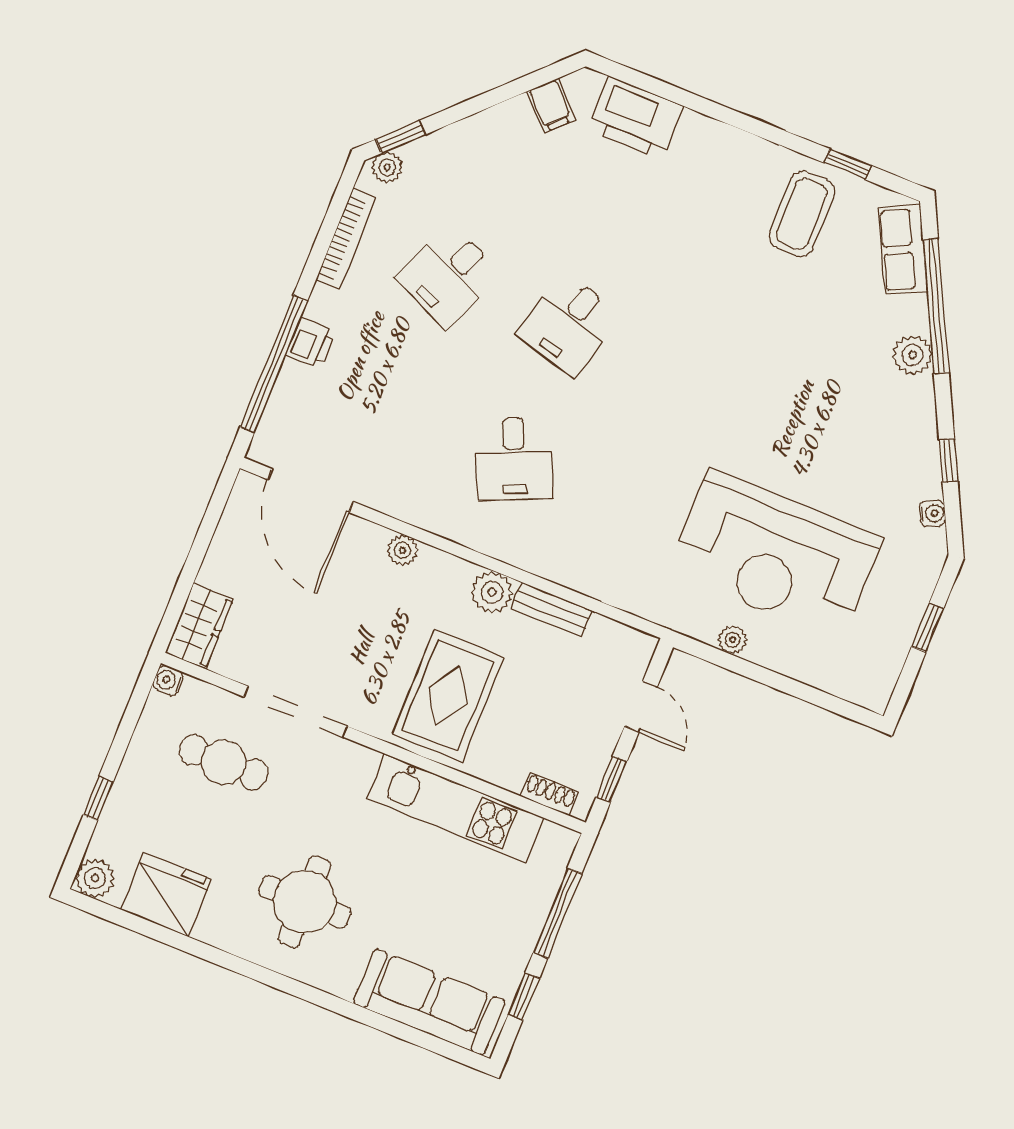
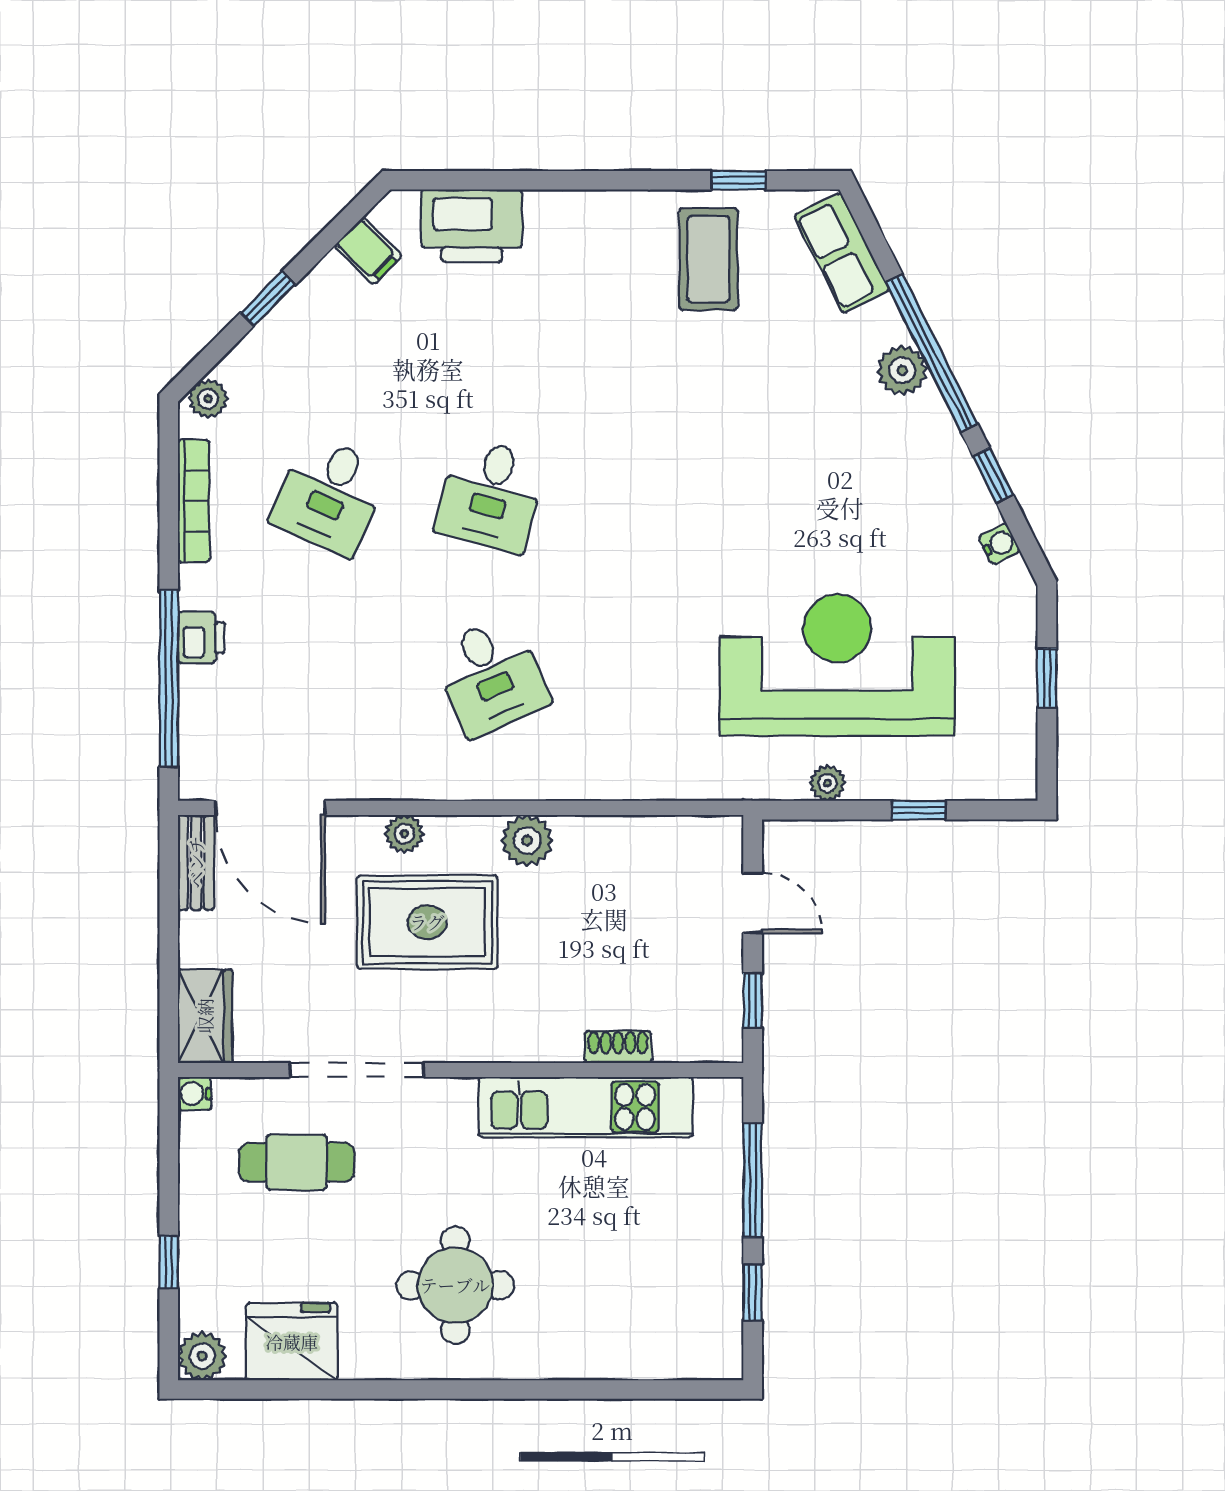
window: (401, 137) -> (268, 299), moved
window: (936, 306) -> (932, 353), moved
reception desk: (775, 555) -> (837, 665), turned 180
bench: (552, 610) -> (196, 862), moved, turned 90
window: (793, 687) -> (919, 810), added
rug: (448, 696) -> (427, 922), moved, turned 90
shoe rack: (549, 794) -> (618, 1047), moved
sofa: (429, 1002) -> (646, 1343), removed

